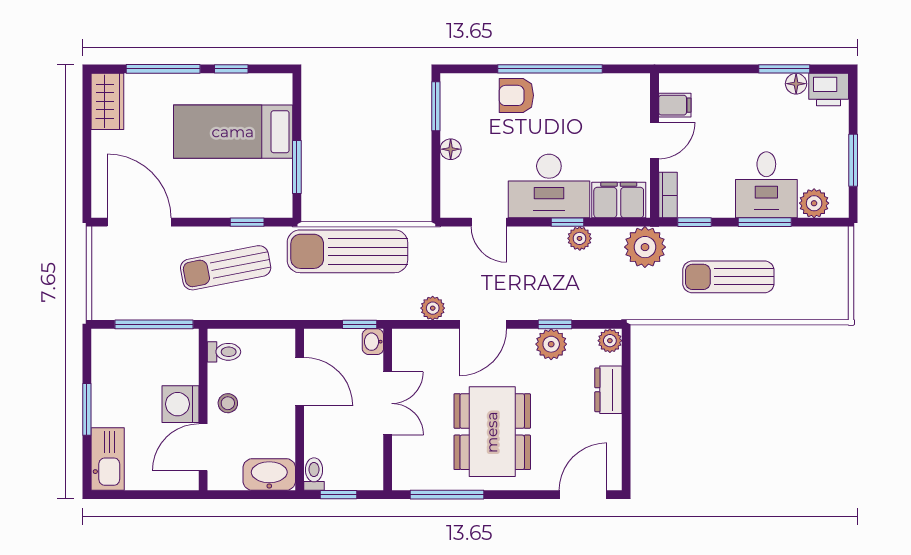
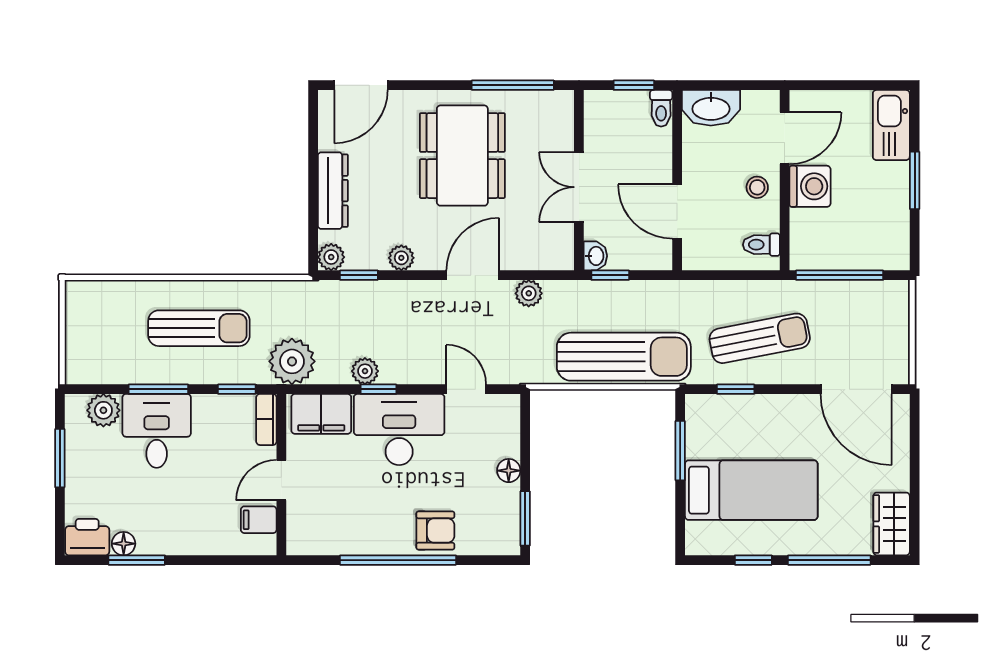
window: (555, 324) -> (359, 275), moved
plant: (551, 344) -> (401, 258), width x0.73, depth x0.73
dresser: (608, 390) -> (333, 191), width x1.44

